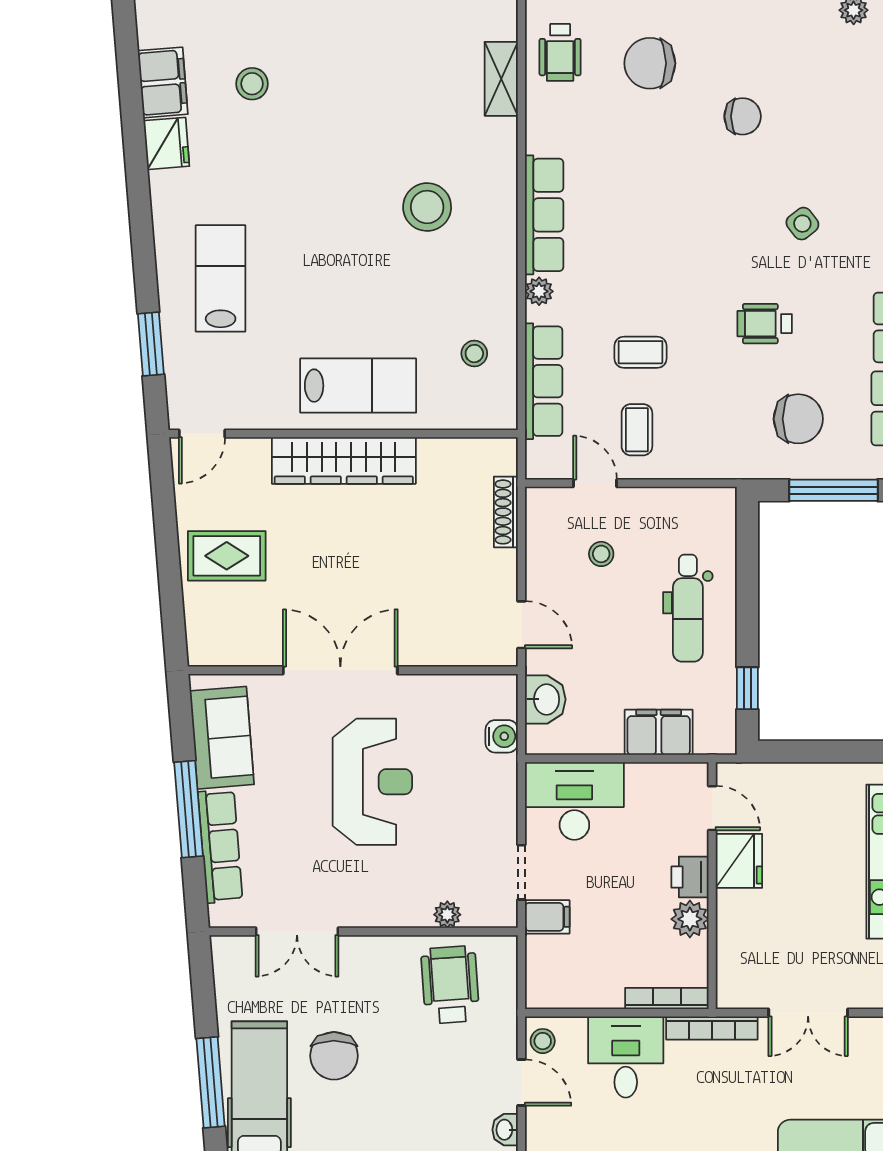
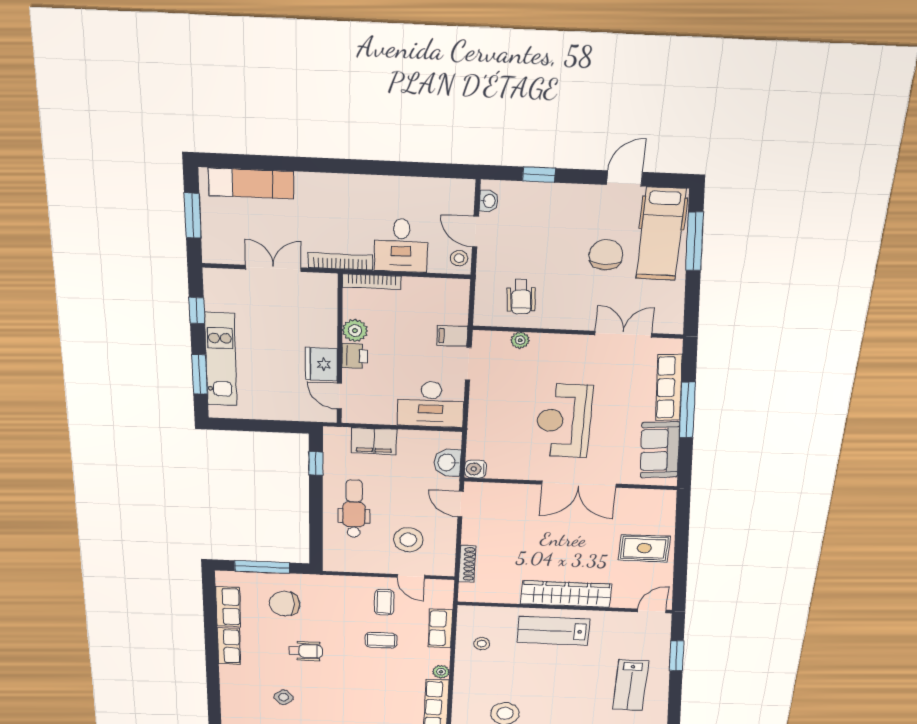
row of seats: (544, 381) -> (440, 628), width x0.68
stool: (601, 554) -> (408, 540), width x1.89, depth x1.89
water cooler: (502, 736) -> (475, 469), moved
wheelchair: (450, 985) -> (521, 297), width x0.73, depth x0.73

